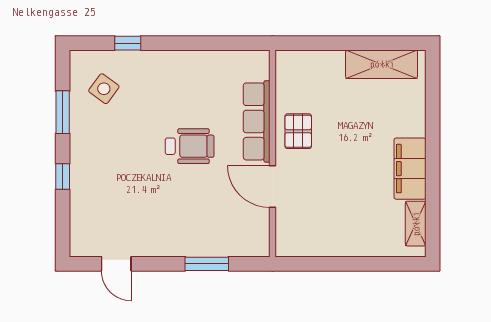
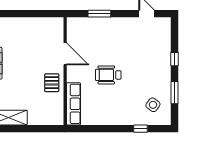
row of seats: (257, 121) -> (73, 104), moved

